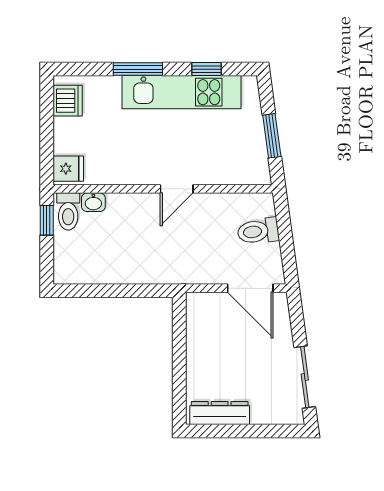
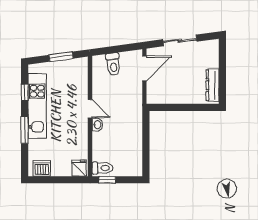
washbasin: (93, 202) -> (97, 125), moved
sliding door: (305, 377) -> (180, 40), moved

